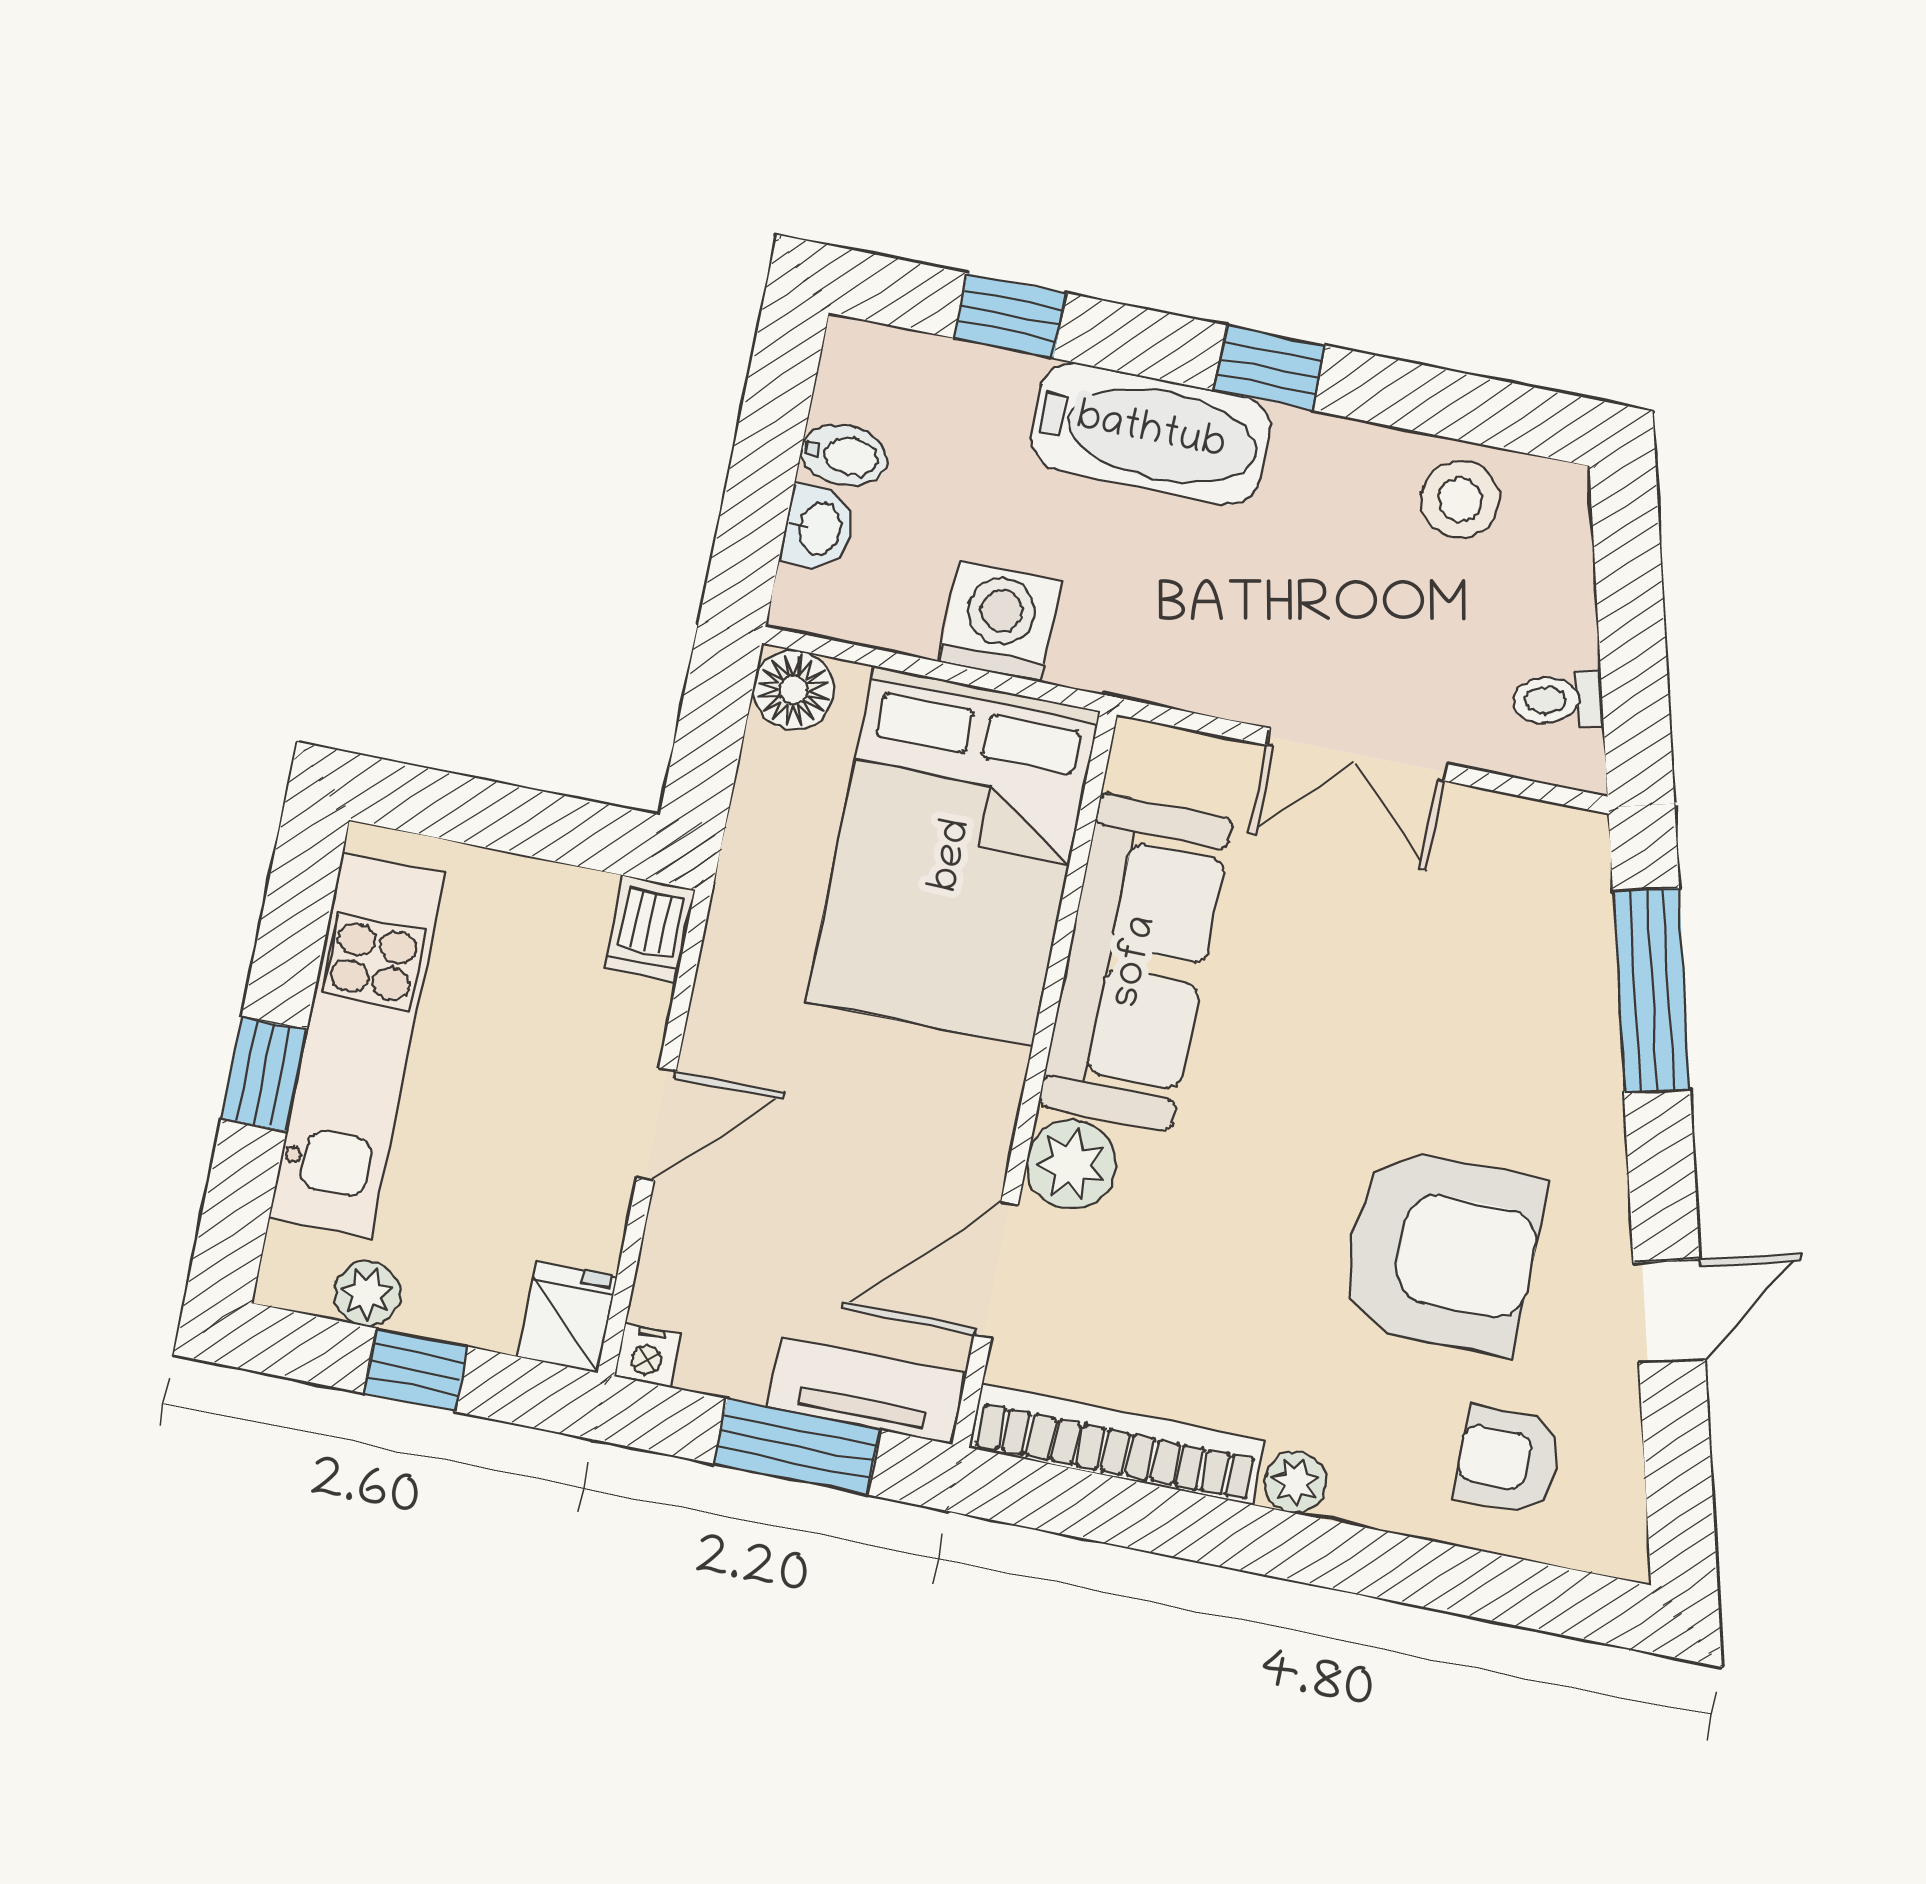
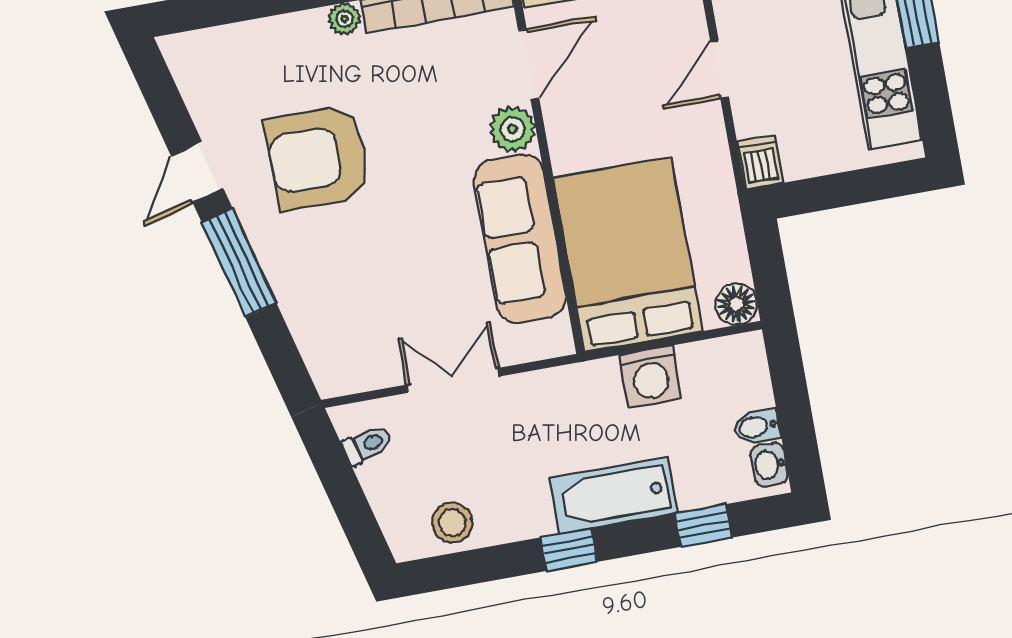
washbasin: (818, 528) -> (769, 465), moved
window: (1651, 990) -> (239, 263), moved
armchair: (1507, 1460) -> (247, 70), removed

